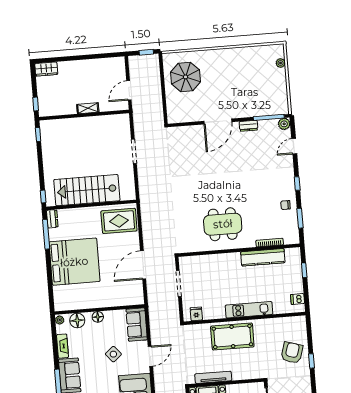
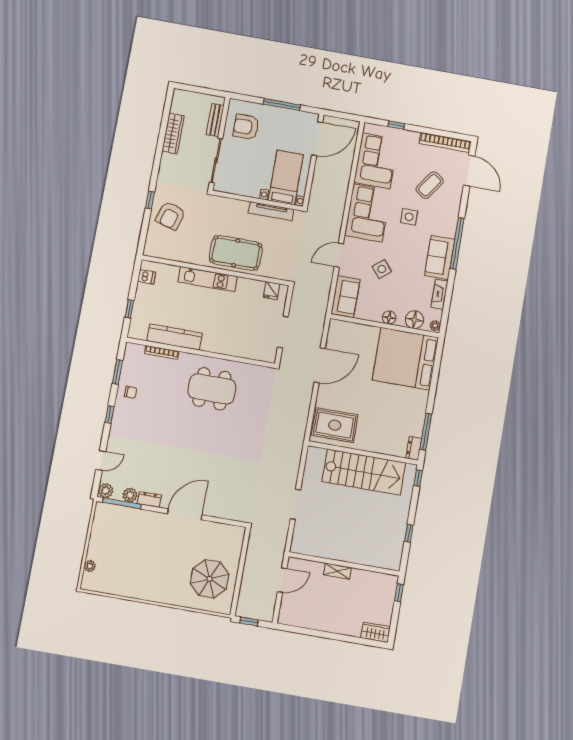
plant: (264, 125) -> (130, 495), added
window: (38, 134) -> (409, 533), moved
bed: (74, 262) -> (405, 359), moved

